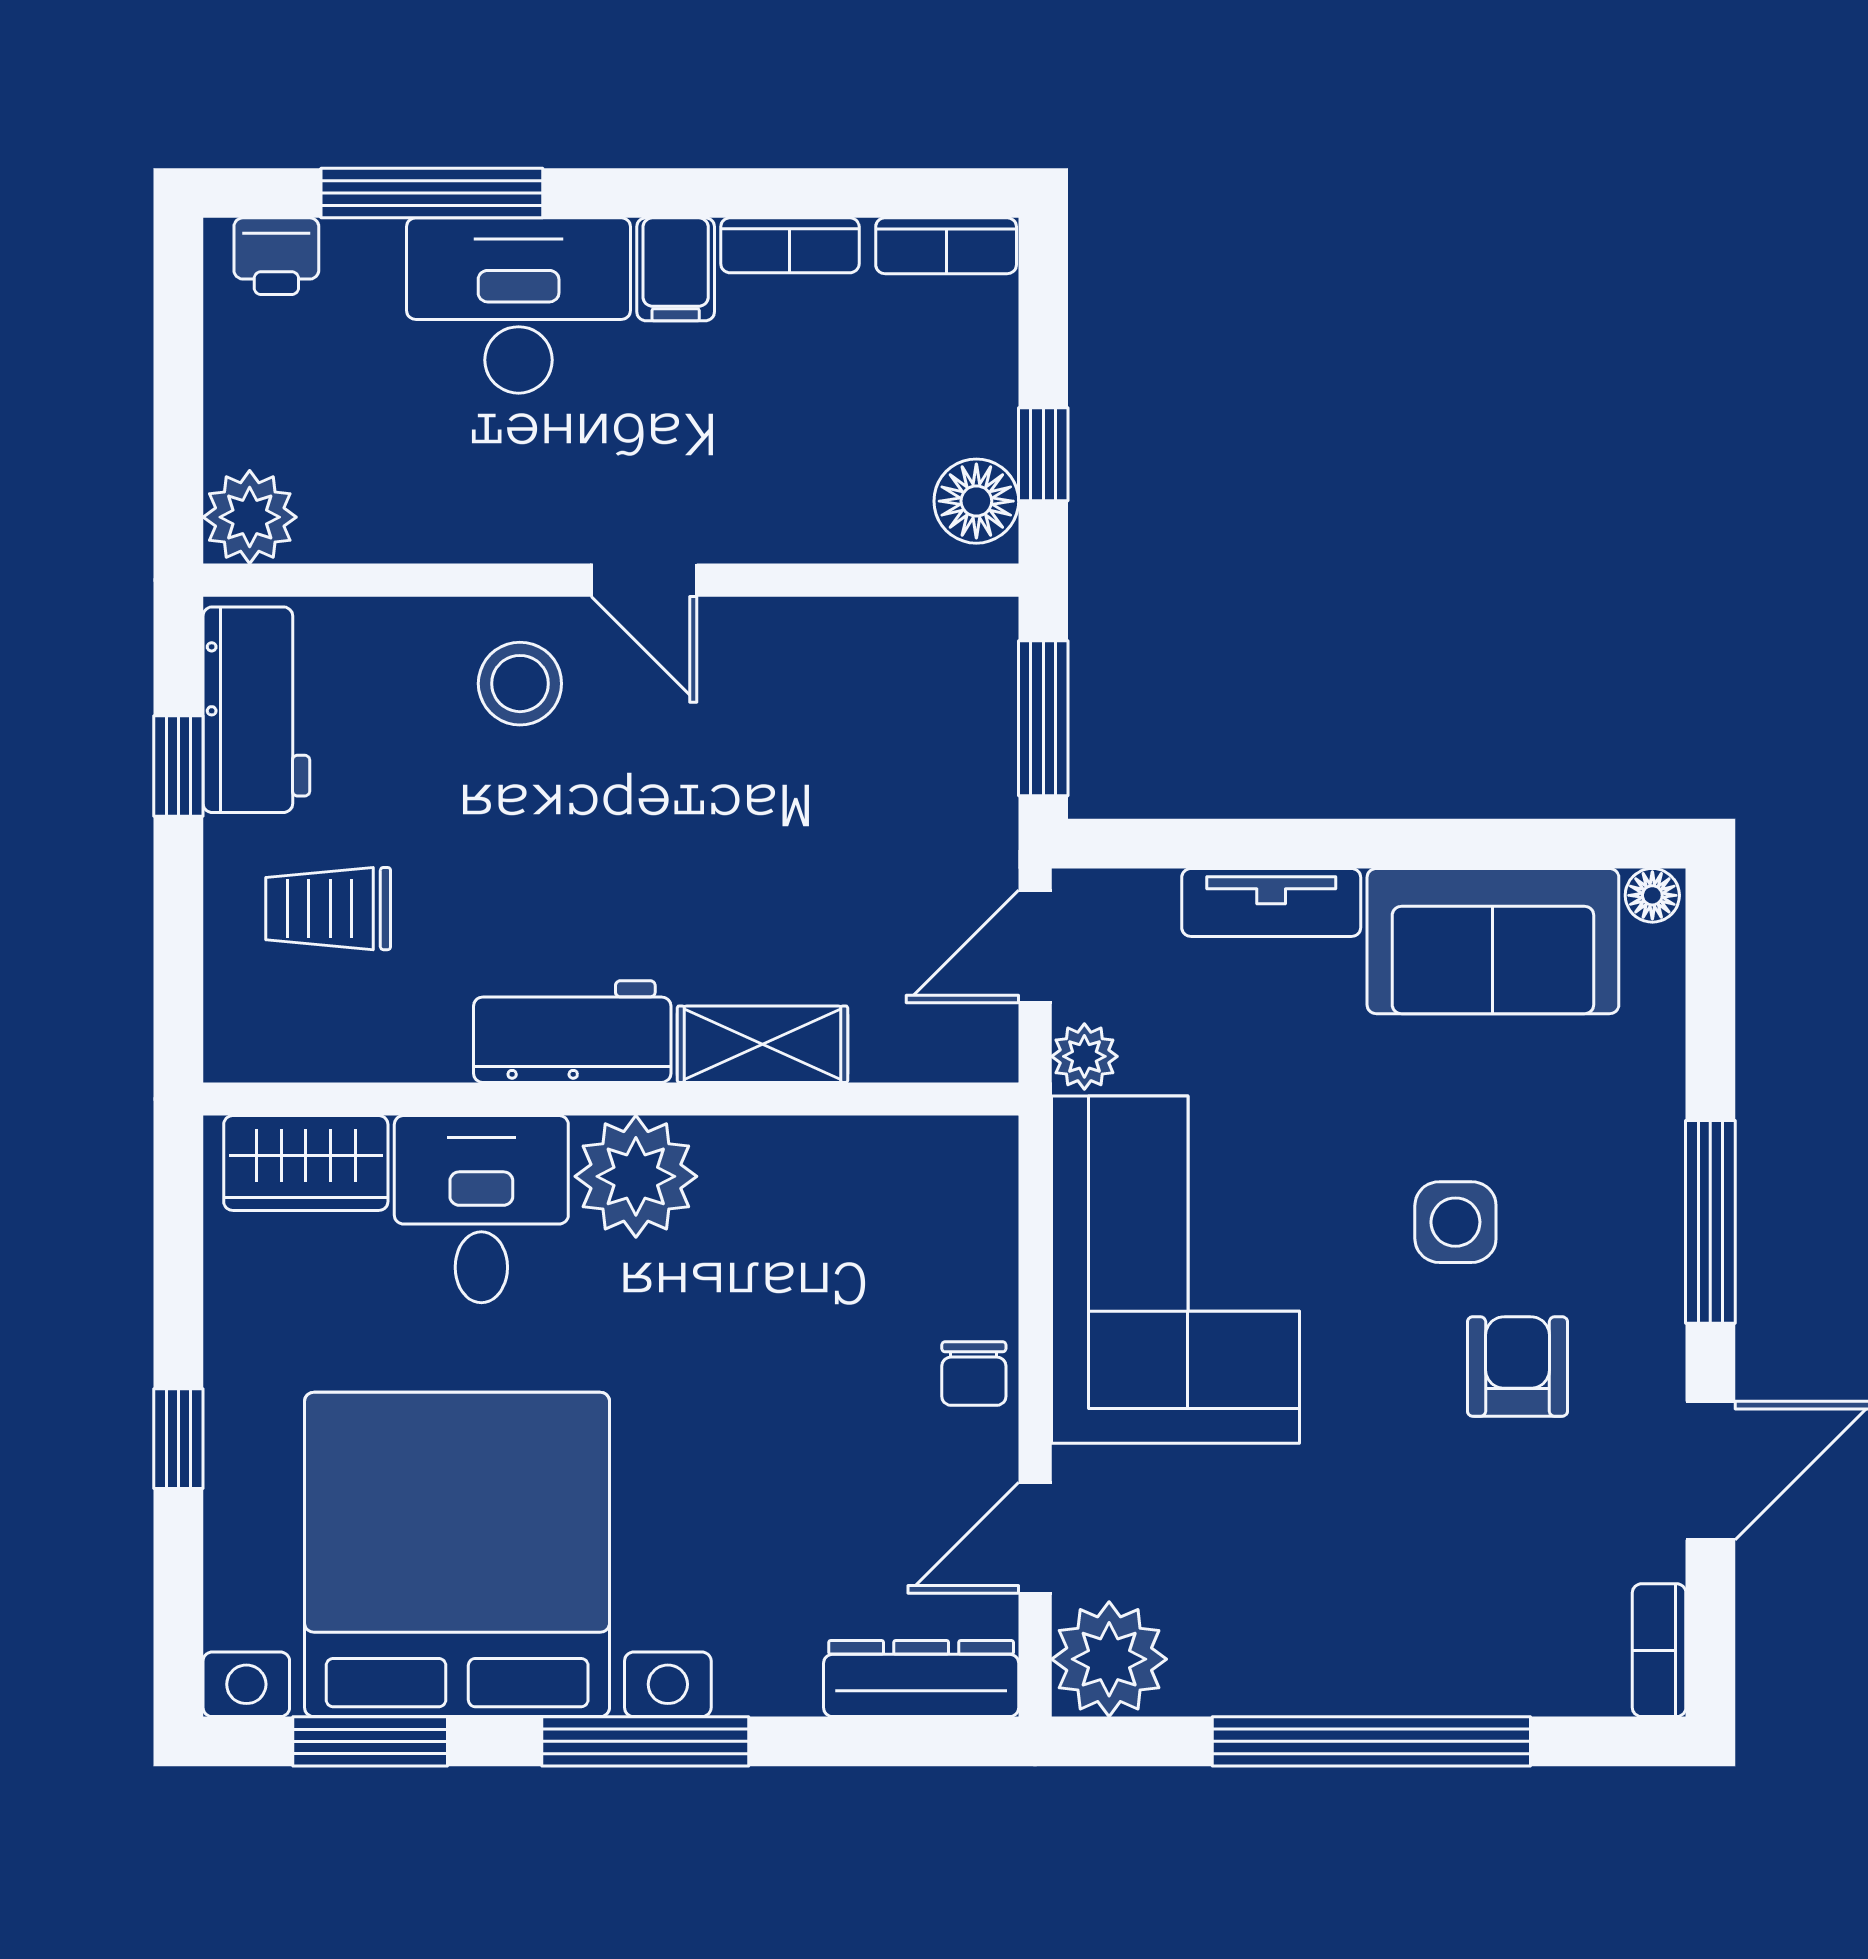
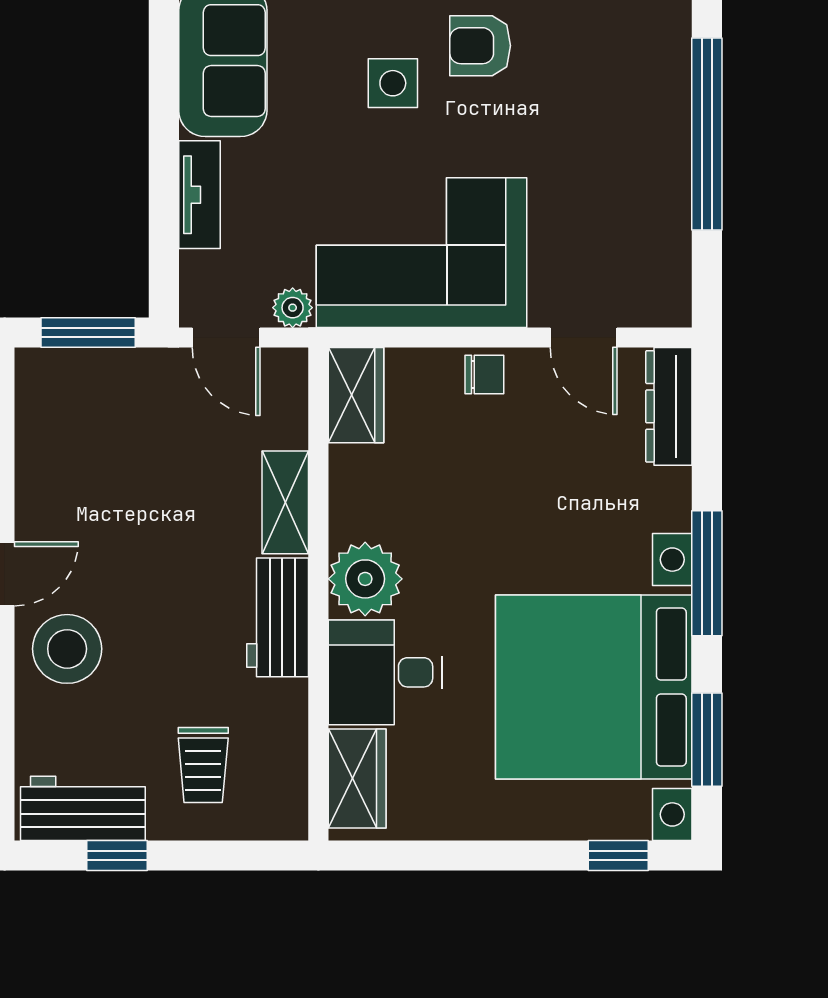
stool: (520, 684) -> (67, 649), width x1.38, depth x1.38
wardrobe: (940, 1161) -> (356, 395), added
window: (178, 1439) -> (618, 856), moved
plant: (1109, 1659) -> (657, 293), removed

